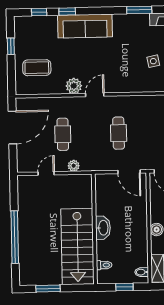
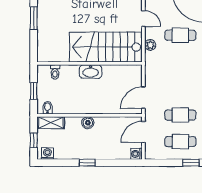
cafe table: (119, 133) -> (180, 115), moved
stairs: (78, 247) -> (106, 47), moved

